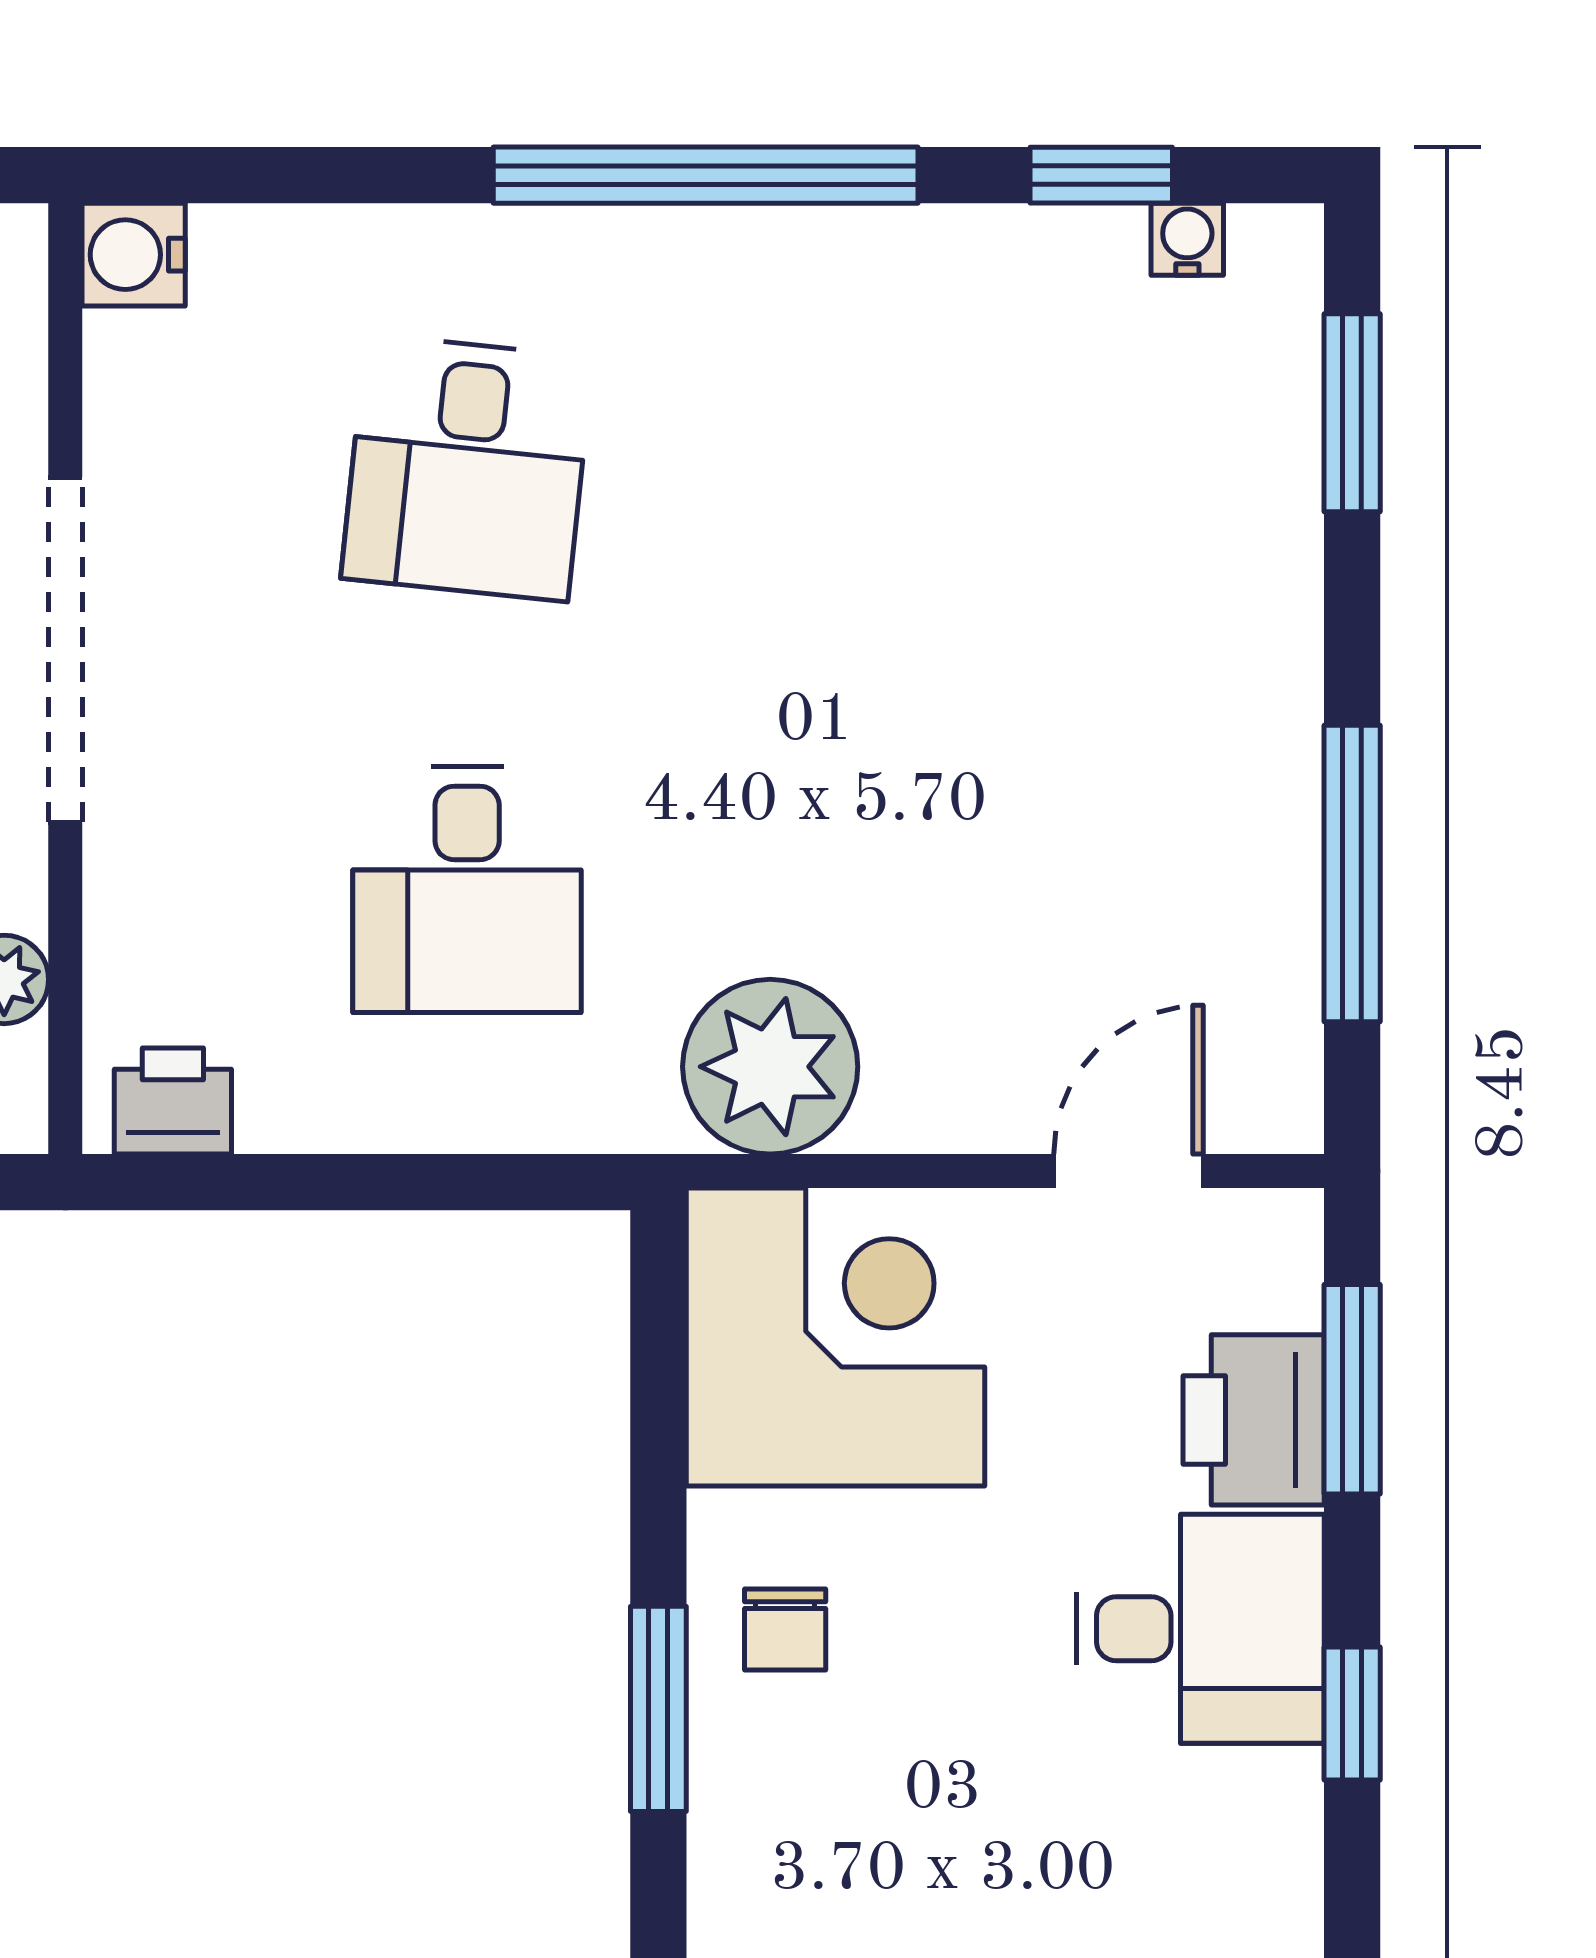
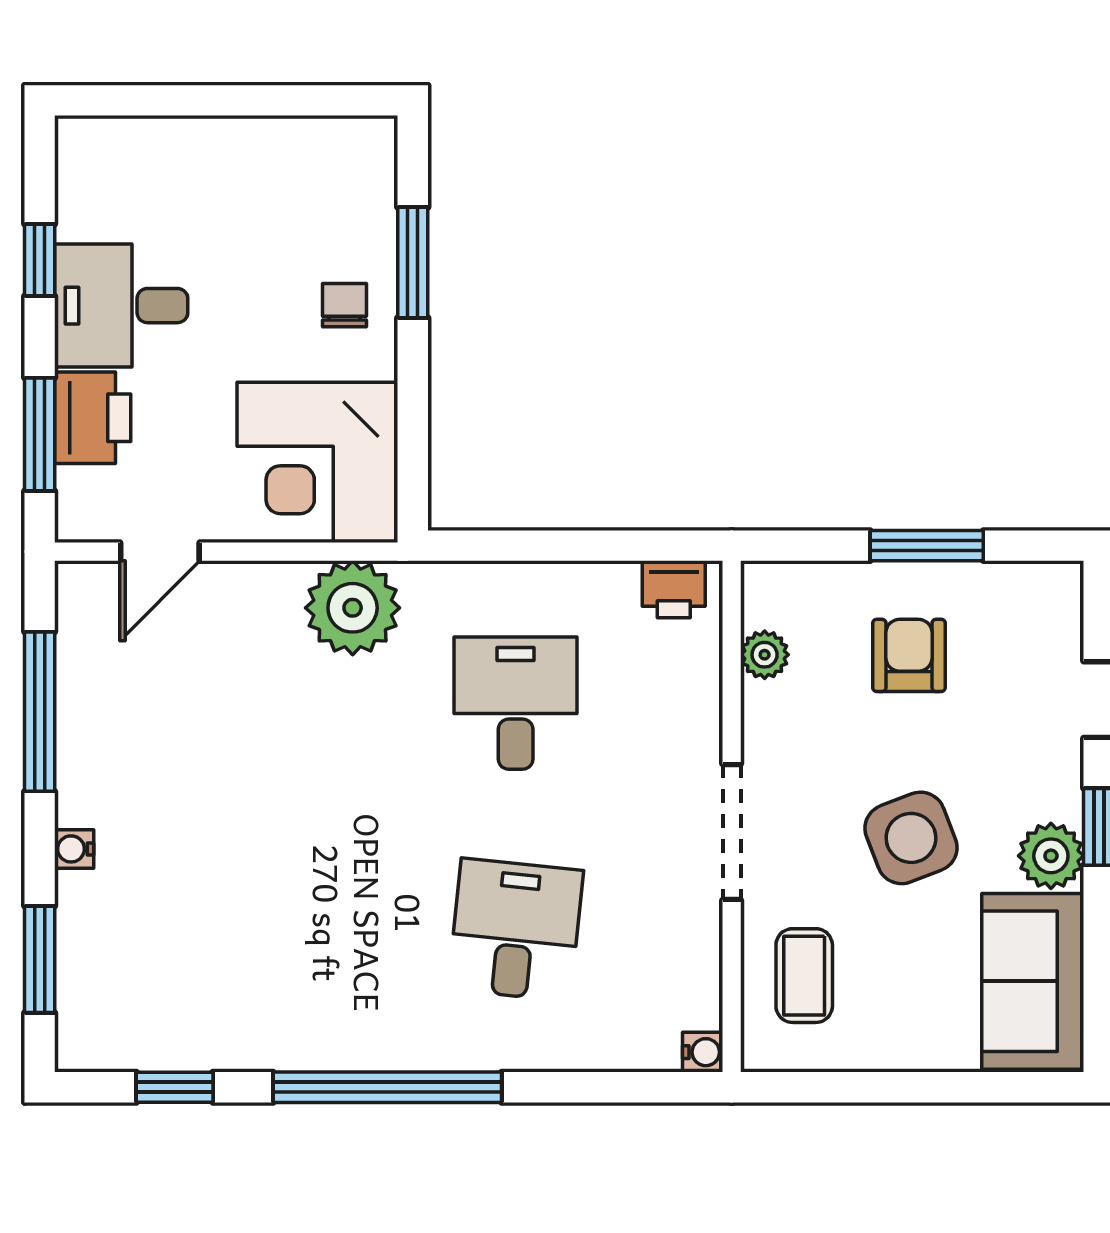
water cooler: (1187, 239) -> (74, 849), moved, turned 90
water cooler: (134, 255) -> (703, 1052), width x0.72, depth x0.72
doorway: (65, 650) -> (732, 832), width x0.73

